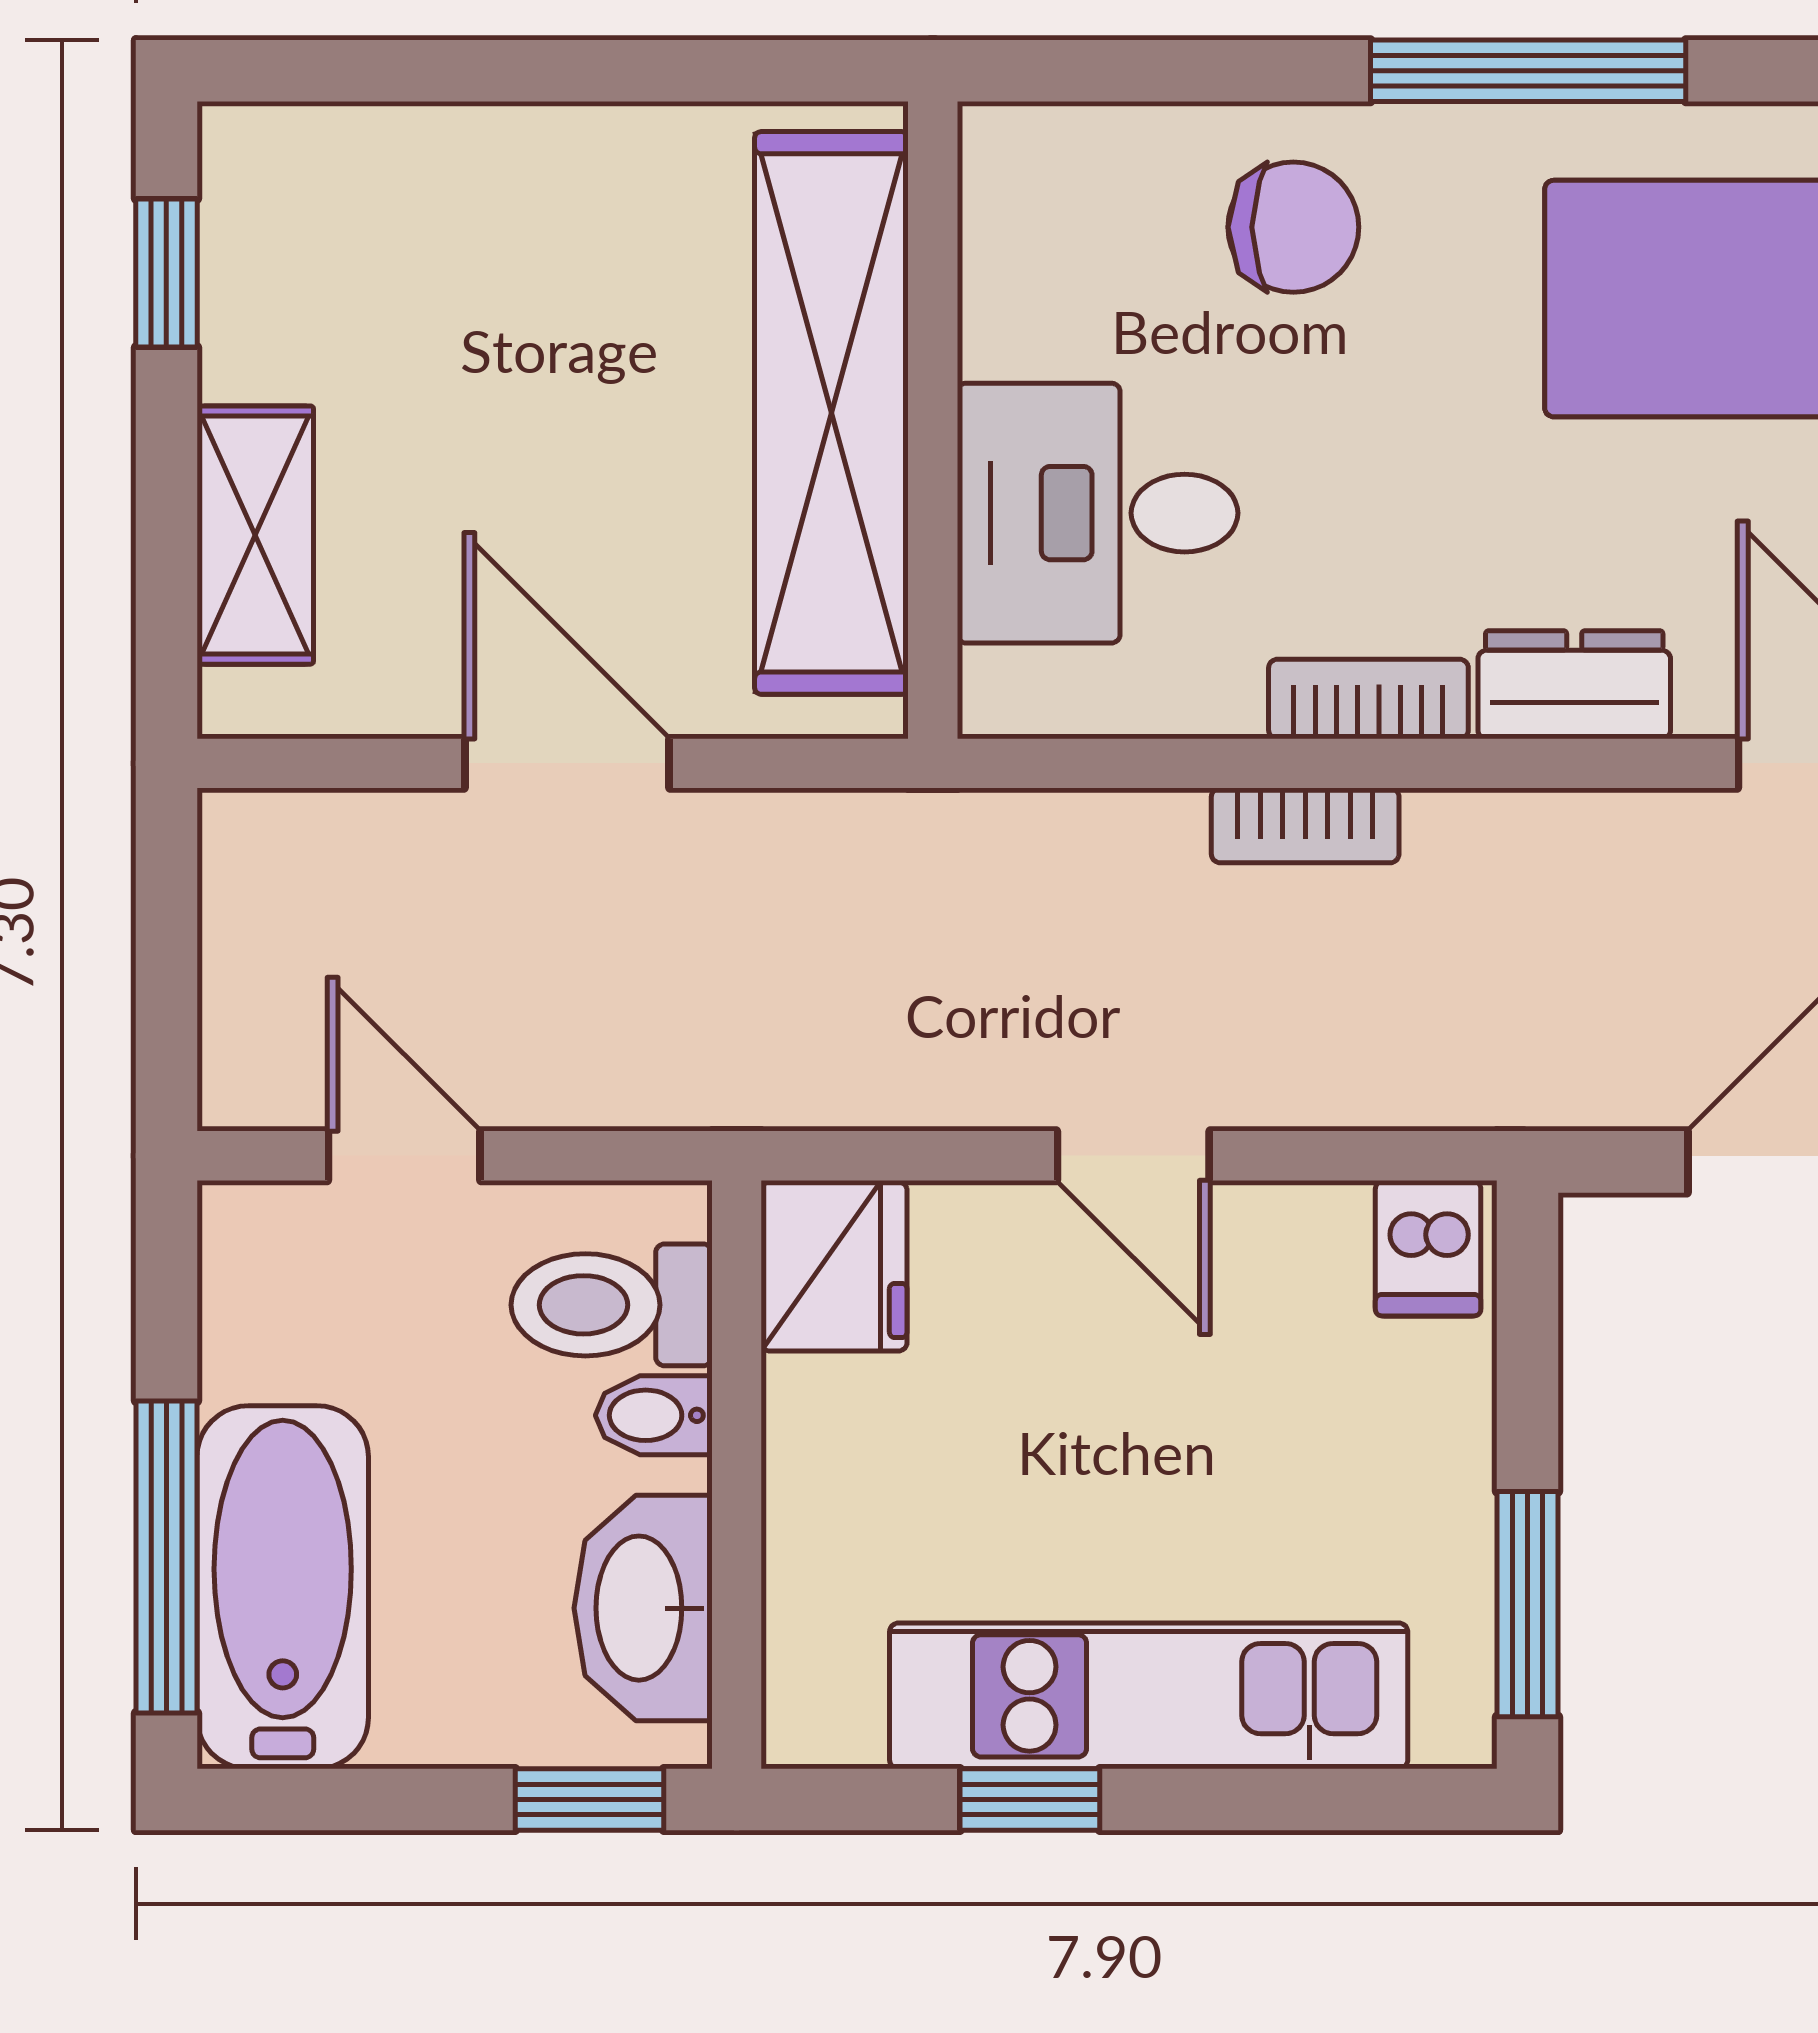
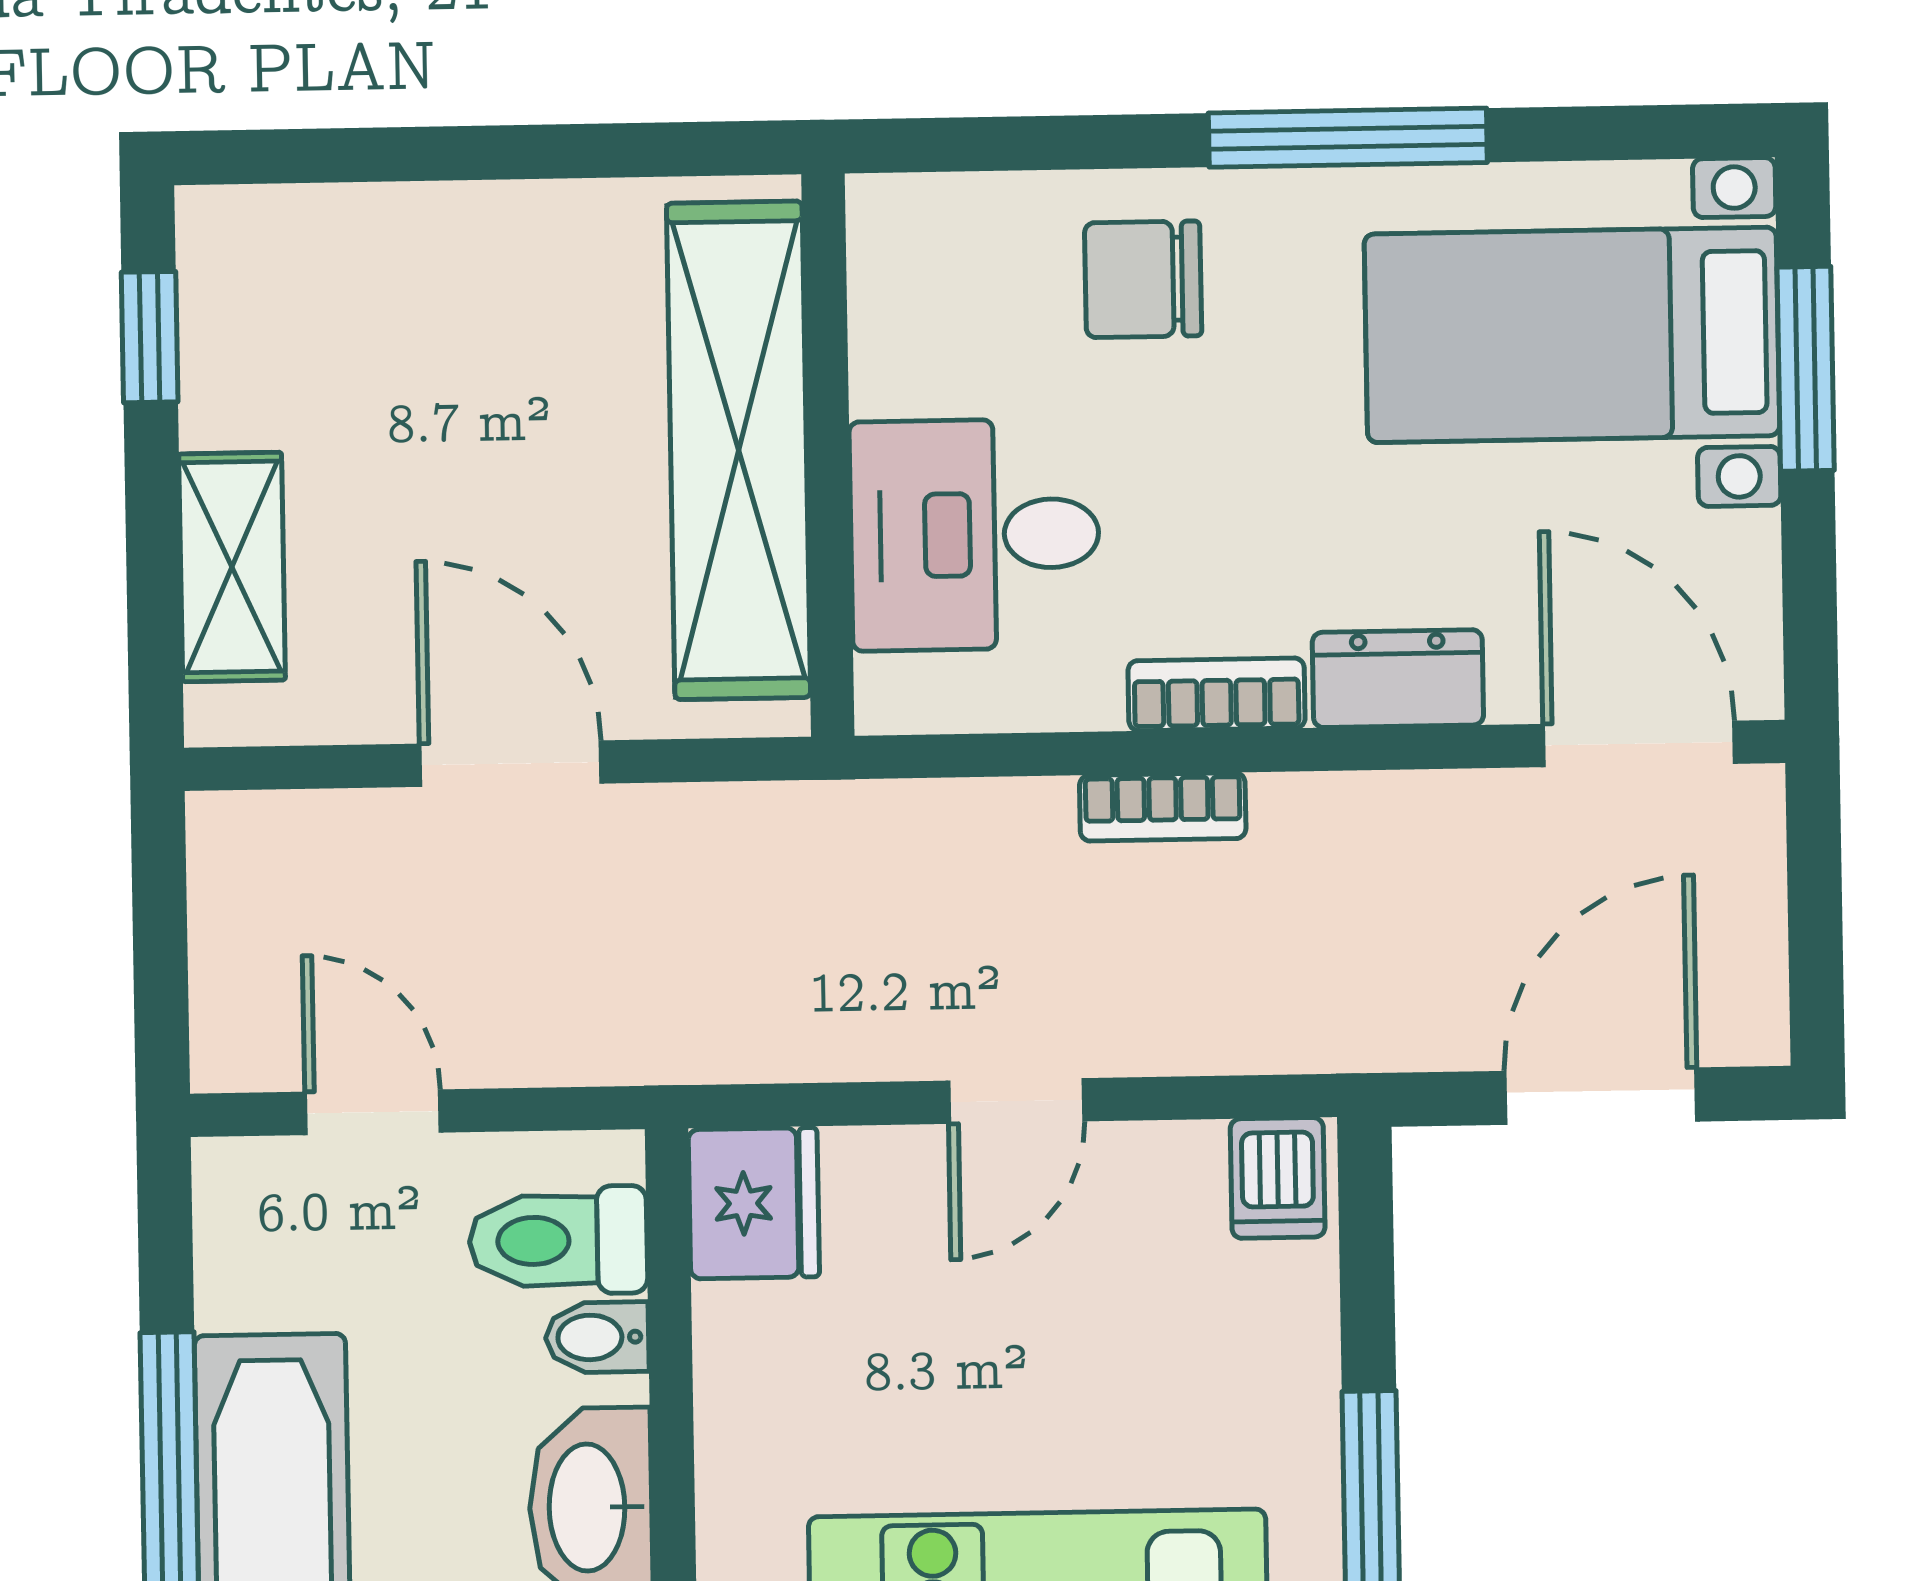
chair: (1293, 227) -> (1143, 279), turned 180
door: (1133, 1156) -> (1016, 1101), hinge flipped

